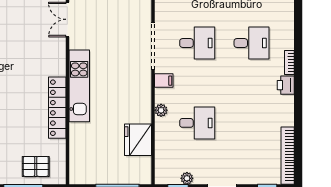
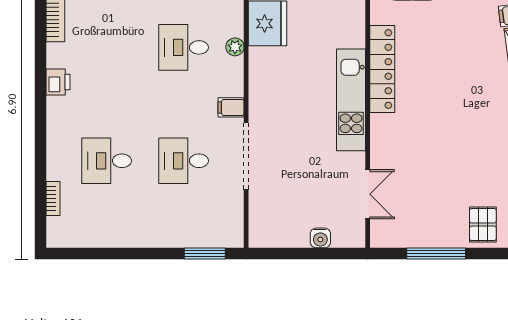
bookcase: (289, 62) -> (53, 198), moved
printer: (286, 85) -> (58, 82), moved
plant: (161, 110) -> (235, 47), moved

